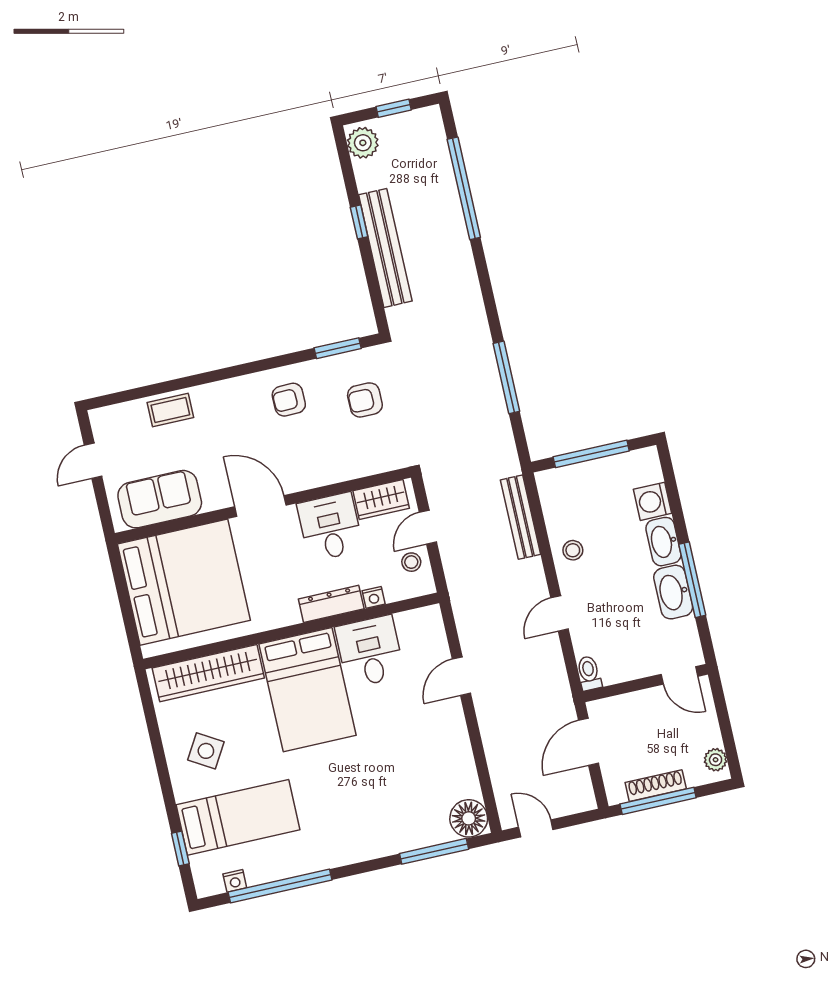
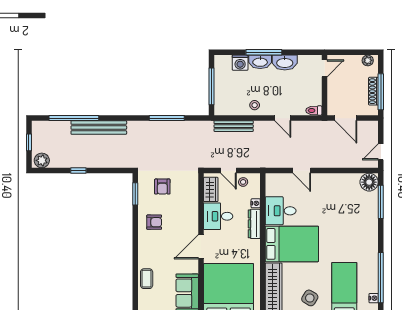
bench: (385, 248) -> (99, 128), moved
armchair: (289, 400) -> (154, 222), turned -89
window: (692, 580) -> (264, 52), moved

